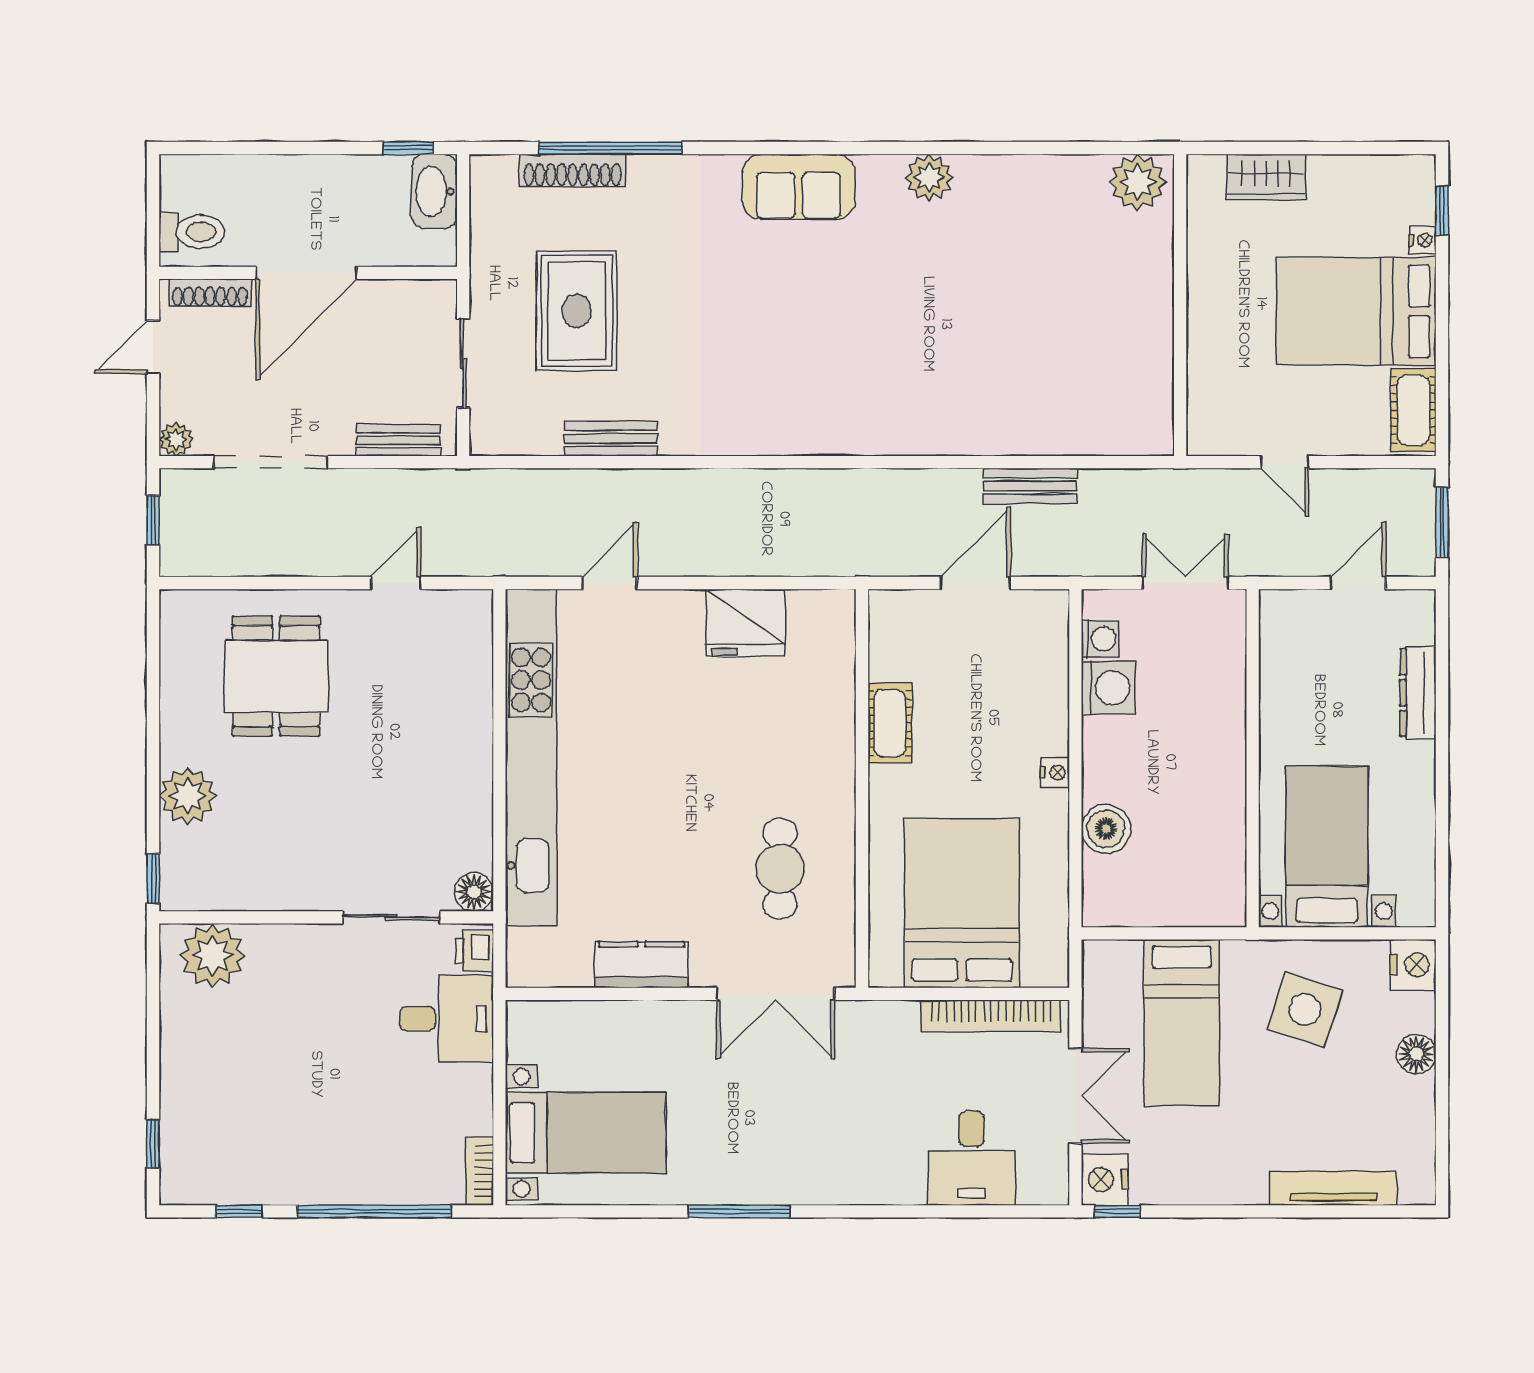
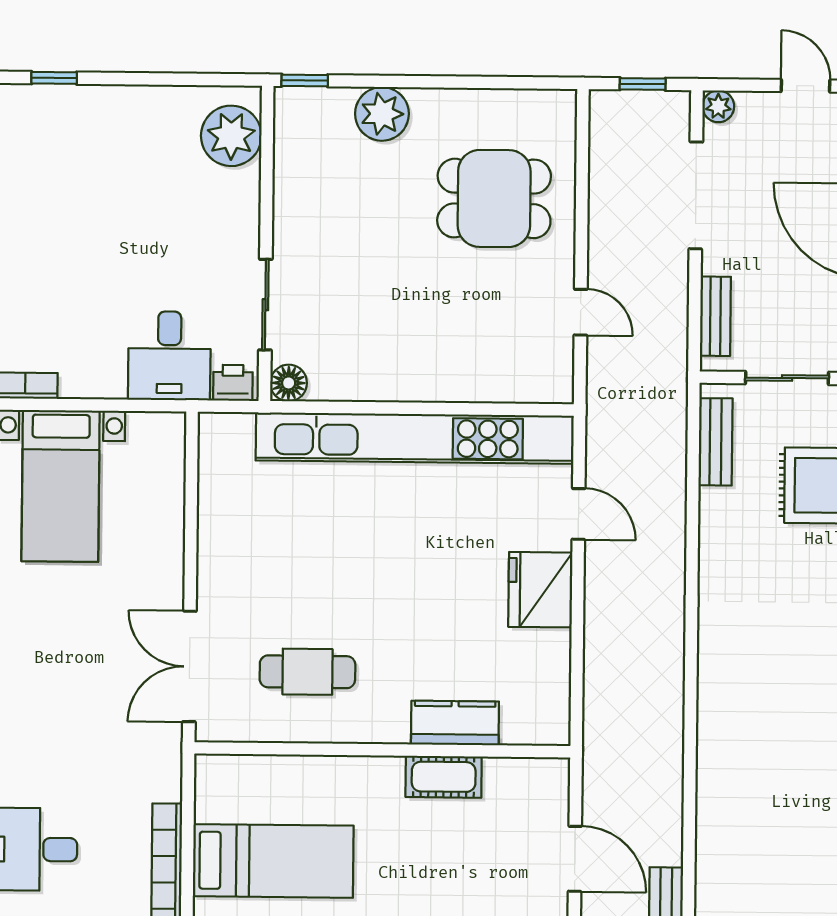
bench: (611, 438) -> (716, 442), moved
fridge: (745, 623) -> (540, 590), moved
bed: (962, 903) -> (273, 861), width x0.67
kitchen counter: (641, 965) -> (455, 723), moved, turned -90

